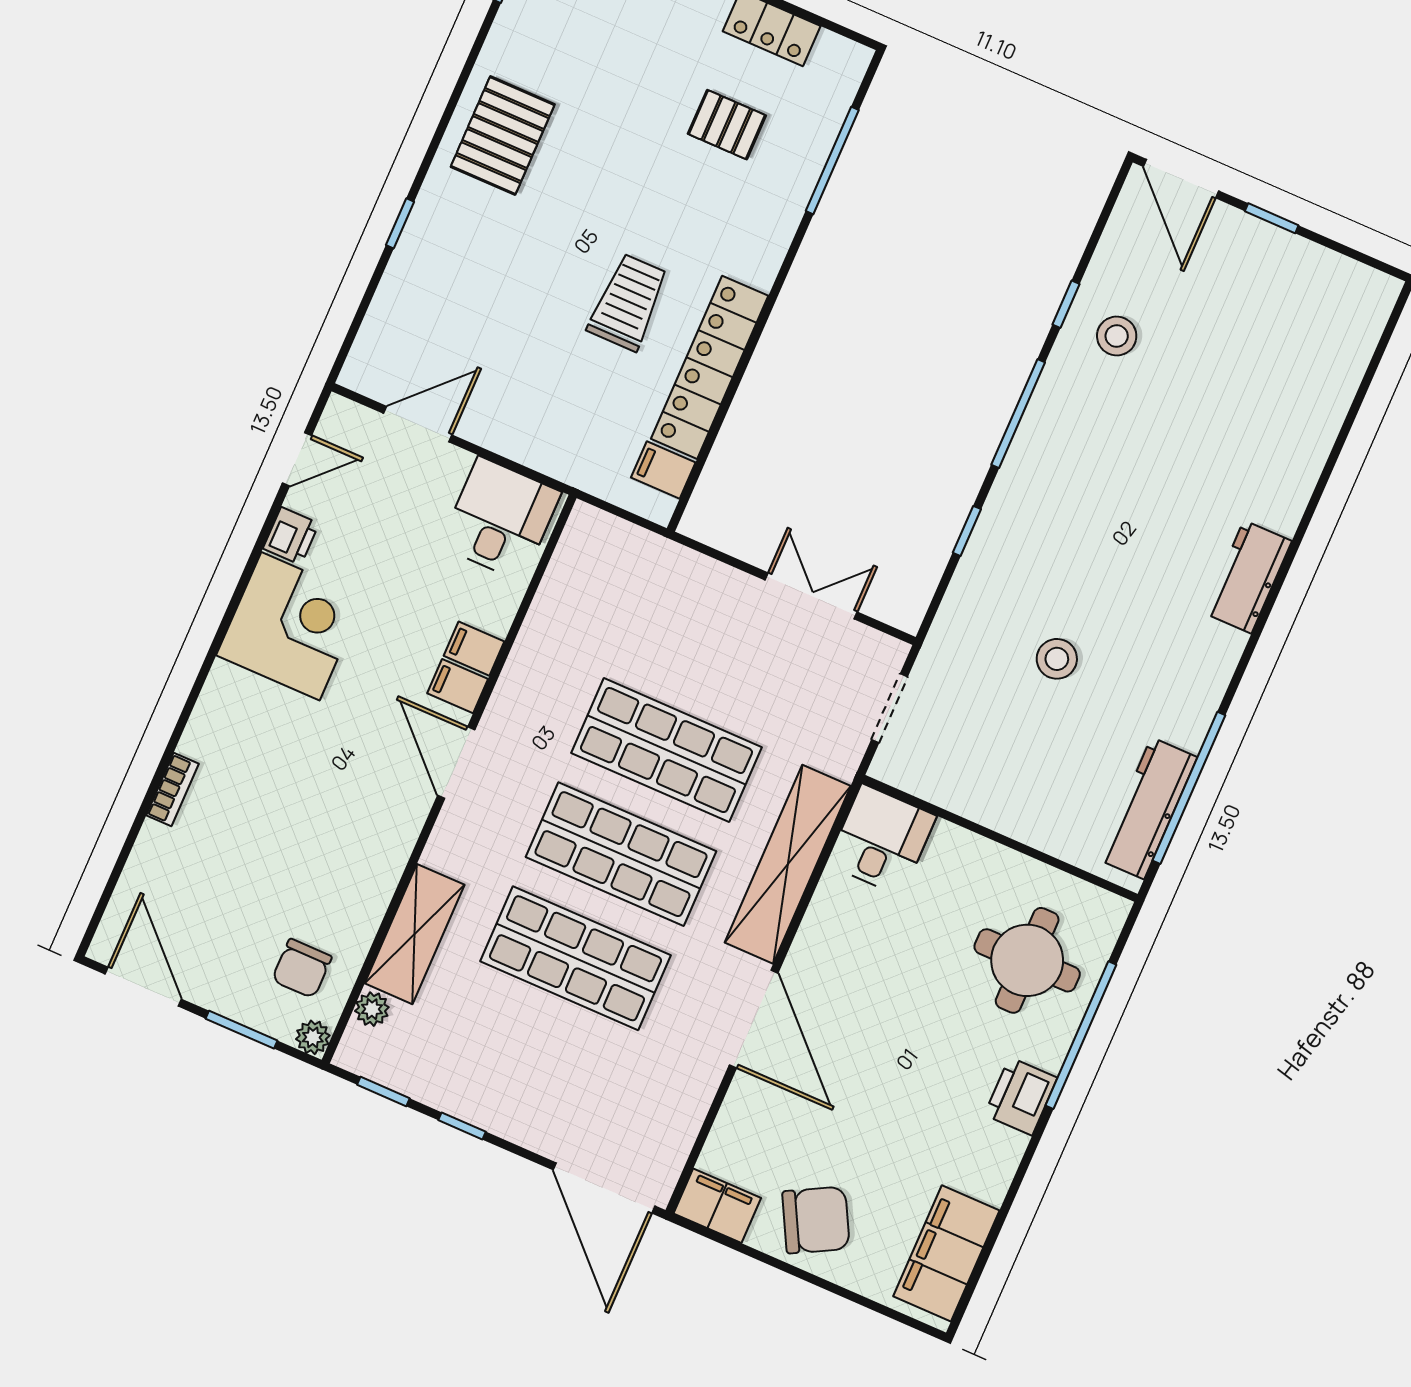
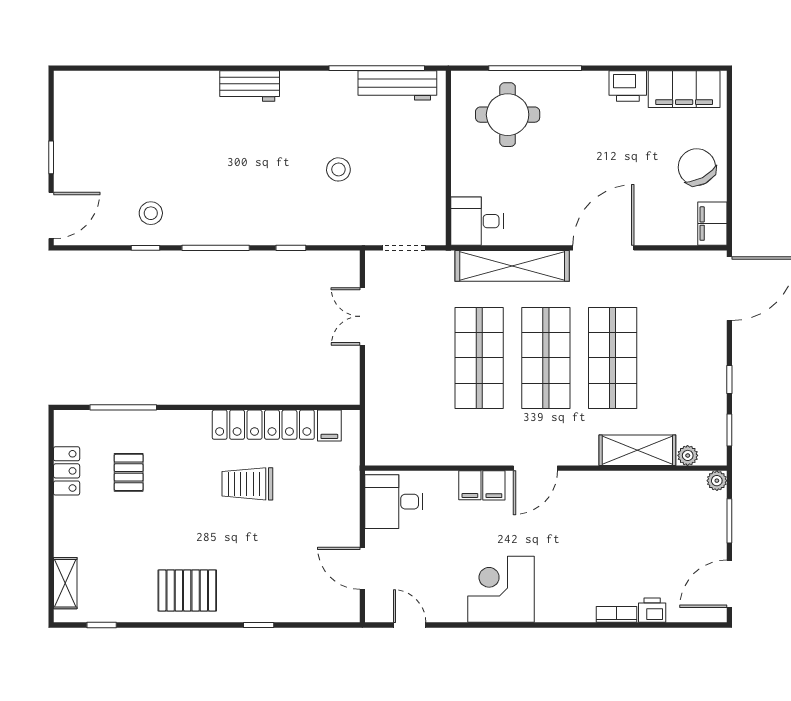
printer: (291, 536) -> (652, 610), moved
chair: (302, 968) -> (682, 503), removed
printer: (1021, 1096) -> (628, 86), moved

